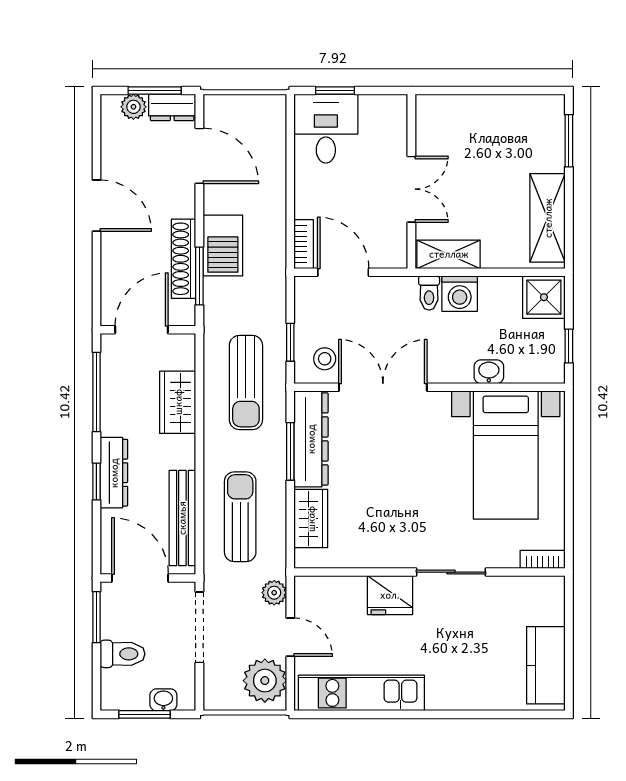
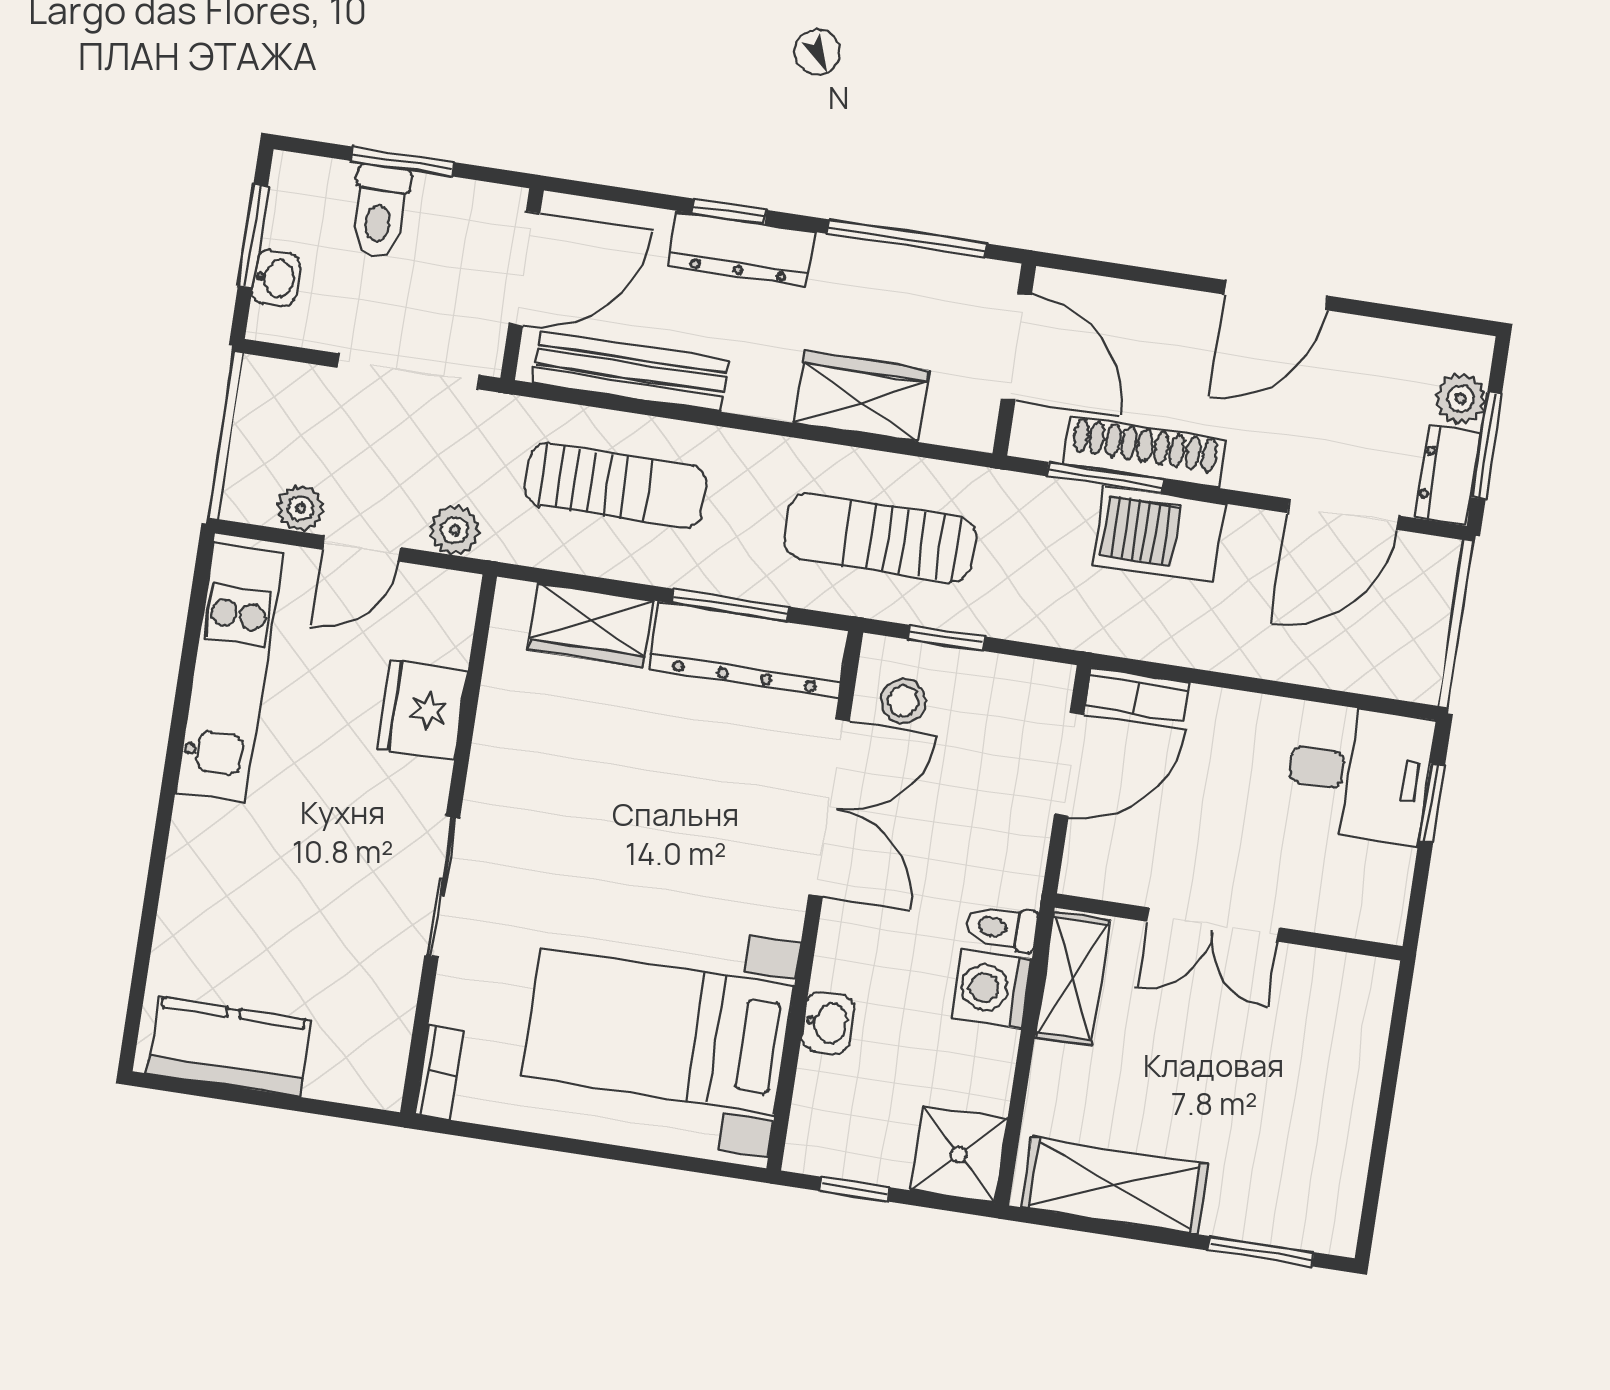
fridge: (390, 595) -> (422, 710), moved
window: (96, 617) -> (402, 161), moved
plant: (265, 681) -> (301, 508), width x0.53, depth x0.53

